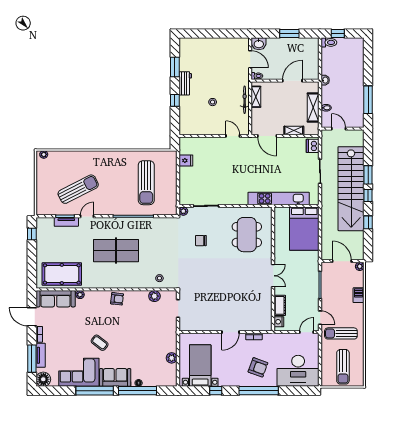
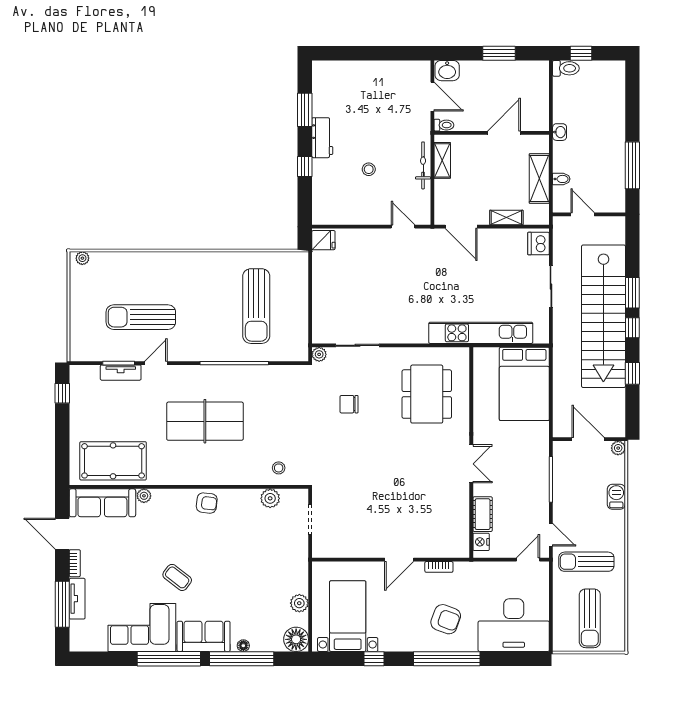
fridge: (186, 161) -> (323, 240), moved
sun lounger: (78, 189) -> (141, 317), turned -153
floor lamp: (43, 379) -> (296, 639), moved

